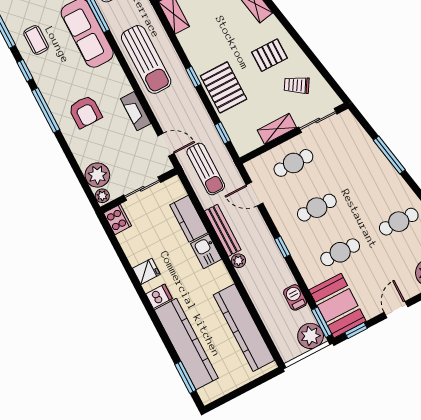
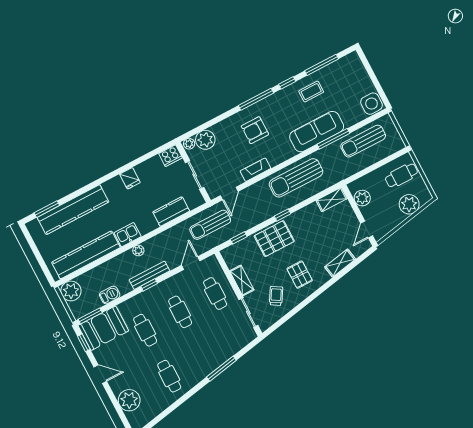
bench: (223, 230) -> (149, 275), moved
kitchen sink: (206, 251) -> (128, 235), moved
dishwasher: (159, 296) -> (110, 188), removed
plant: (311, 336) -> (71, 291), moved

